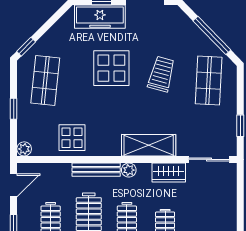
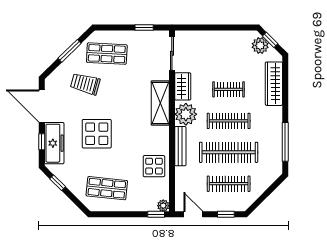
window: (212, 35) -> (70, 51), width x0.69
window: (26, 47) -> (58, 183), moved
trolley: (161, 74) -> (85, 84), moved
window: (14, 109) -> (156, 214), moved
plant: (129, 170) -> (186, 114), width x1.87, depth x1.87

